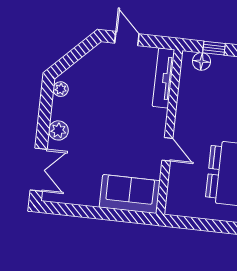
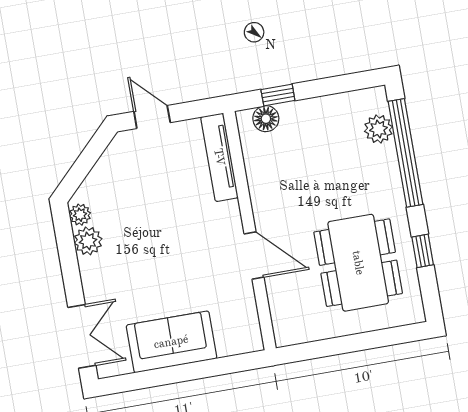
plant: (58, 130) -> (88, 241), moved
door: (167, 149) -> (254, 256), width x1.38
sofa: (130, 194) -> (171, 342), moved

